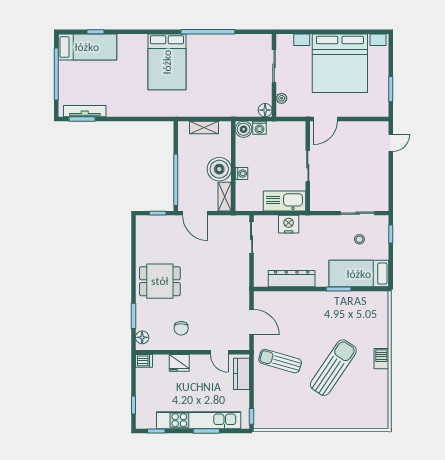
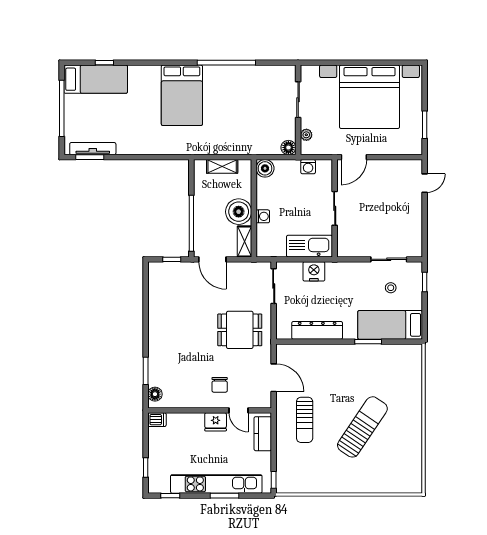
washing machine: (260, 128) -> (308, 167), moved
dining table: (160, 281) -> (240, 330), moved
chair: (181, 328) -> (220, 385), moved
barbecue: (381, 359) -> (414, 417), removed
sun lounger: (280, 361) -> (305, 420), turned -106
fridge: (179, 363) -> (216, 422), moved

